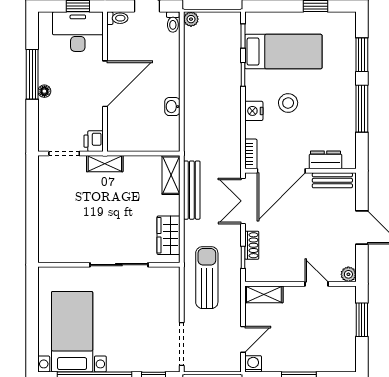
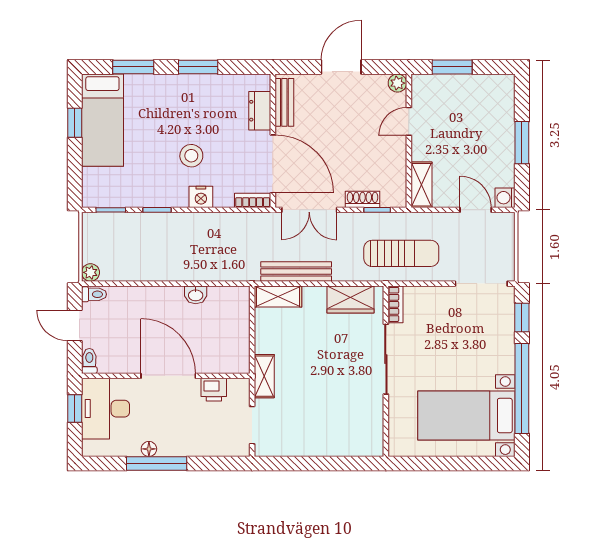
bed: (283, 52) -> (102, 120), moved, turned 180
floor lamp: (44, 91) -> (149, 449), moved
window: (362, 109) -> (198, 67), width x0.69
printer: (94, 141) -> (214, 390), moved
bookcase: (164, 273) -> (396, 304), added
sun lounger: (207, 278) -> (401, 253), turned 180

